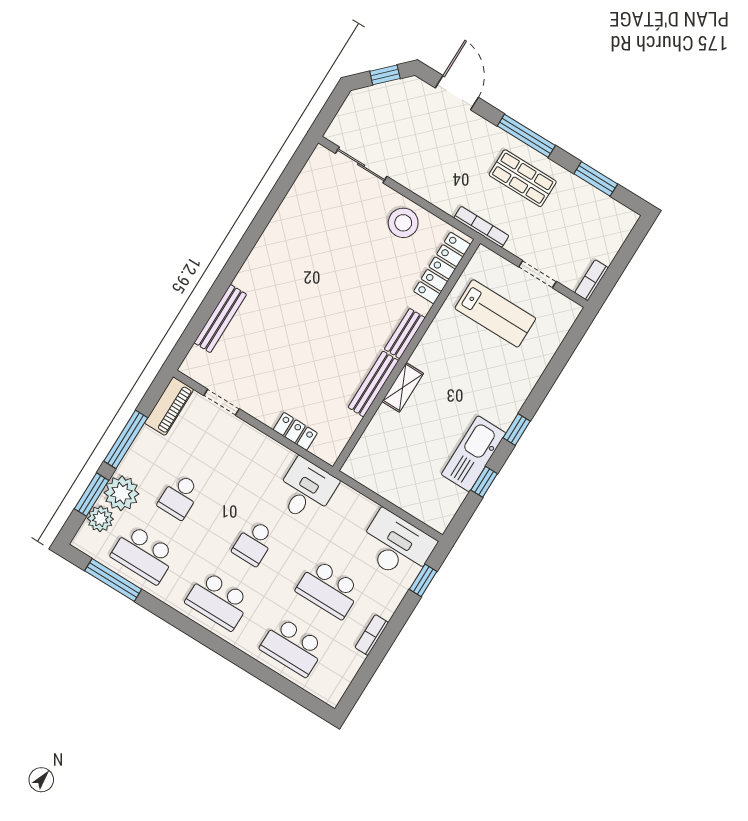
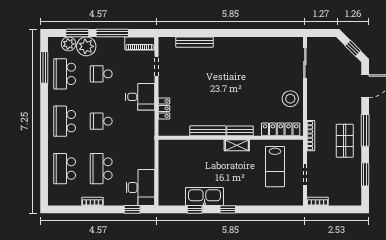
shelving: (403, 387) -> (237, 145), moved
desk: (306, 490) -> (140, 97), moved

